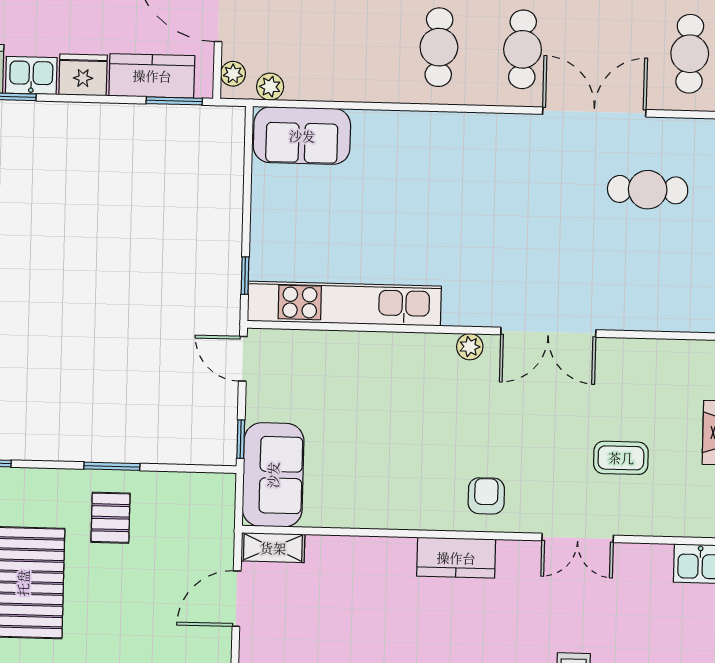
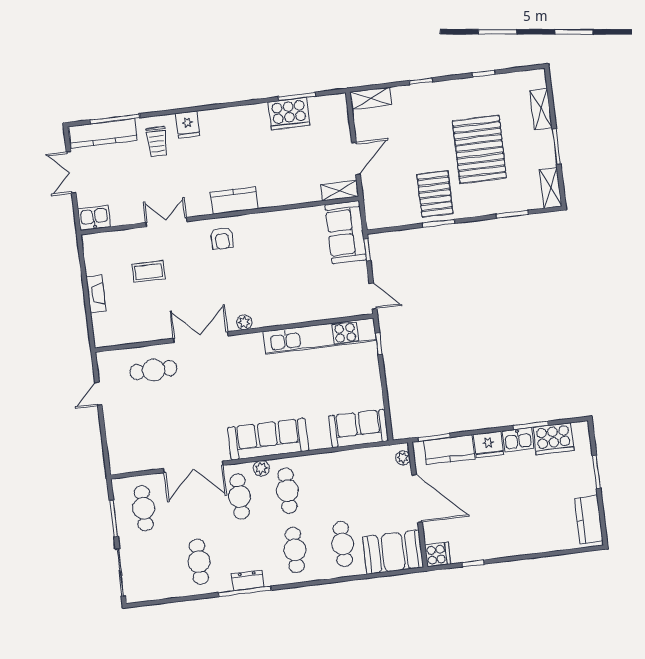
plant: (270, 87) -> (261, 468), moved
sofa: (459, 140) -> (268, 439), added
cafe table: (648, 190) -> (154, 370), moved
pallet: (111, 518) -> (435, 194), width x1.50, depth x1.42

